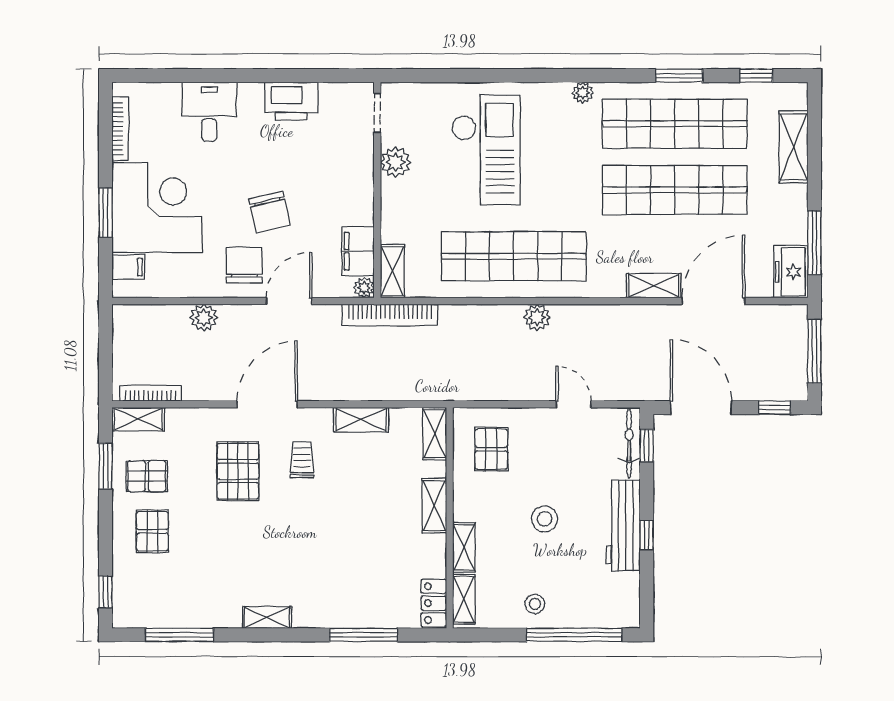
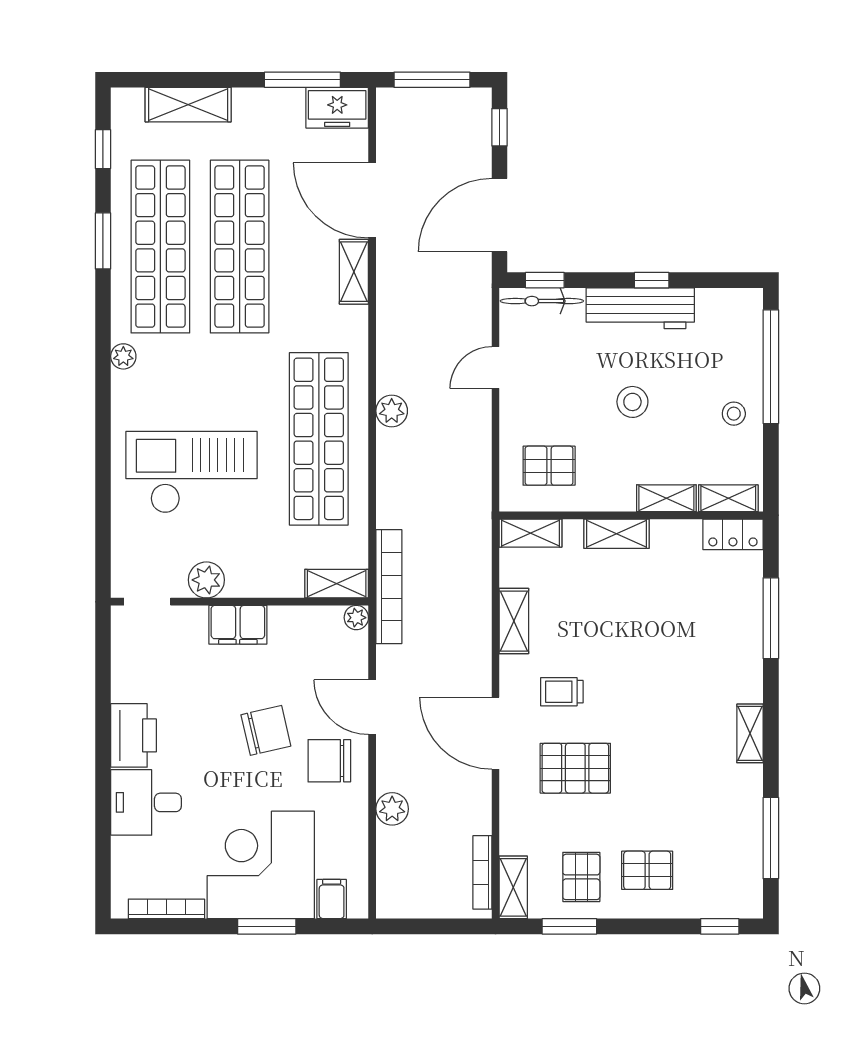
printer: (291, 101) -> (134, 735), moved
filing cabinet: (358, 251) -> (238, 625), moved

